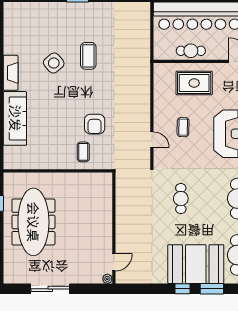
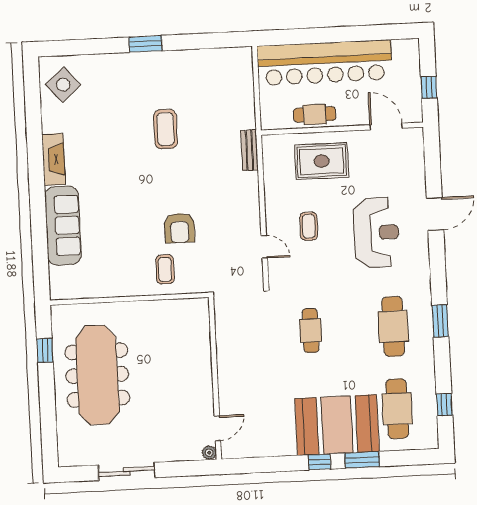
side table: (54, 63) -> (63, 85), moved
bench: (145, 73) -> (250, 150), added

